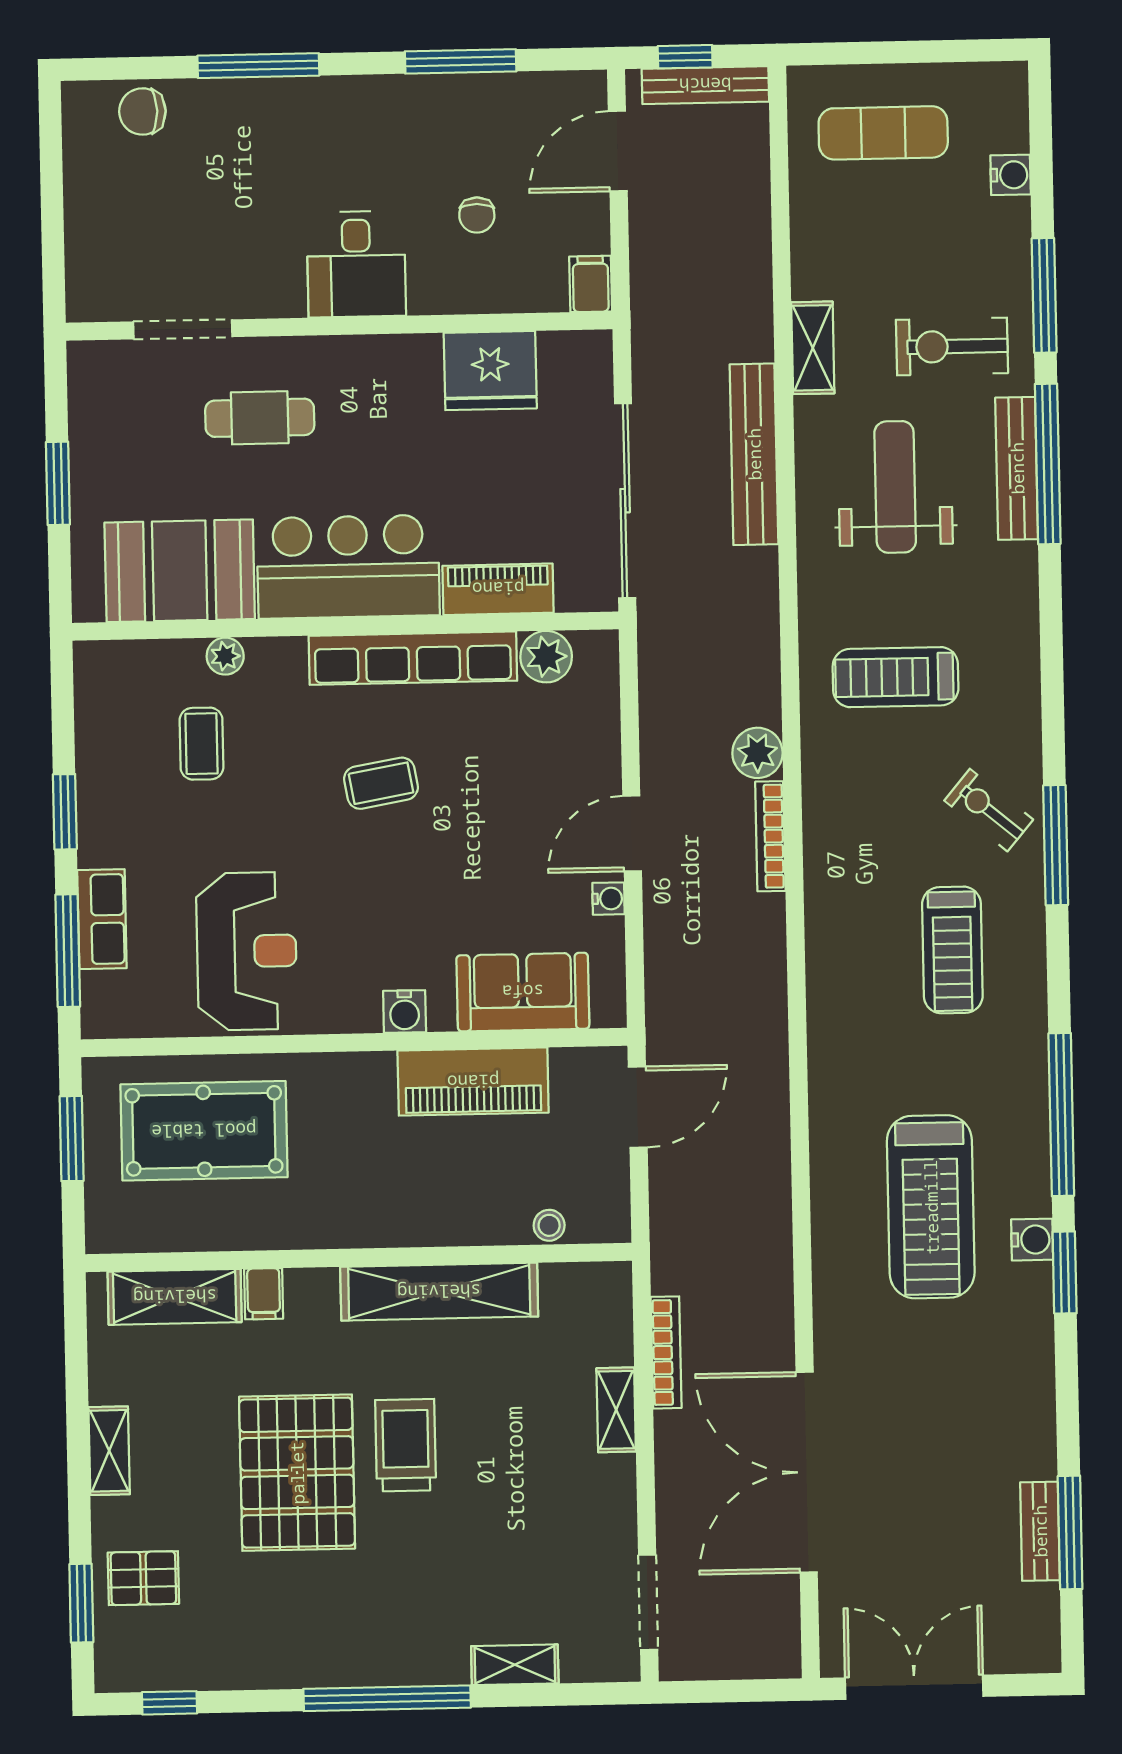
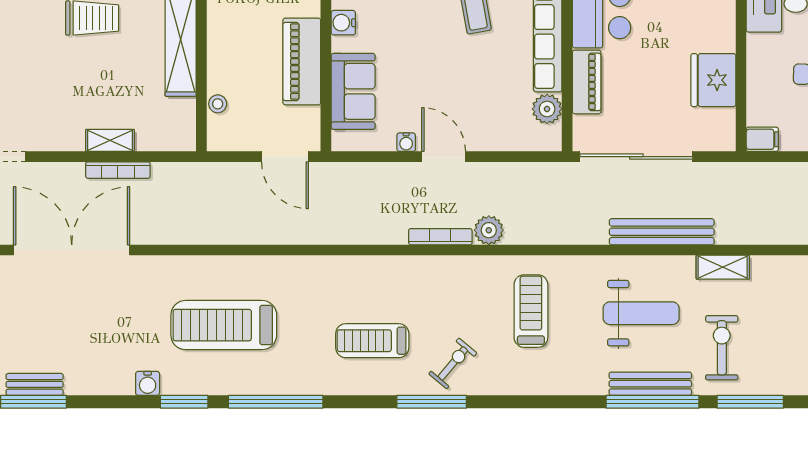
water cooler: (1032, 1240) -> (148, 383), moved
bookcase: (666, 1352) -> (118, 170), moved

